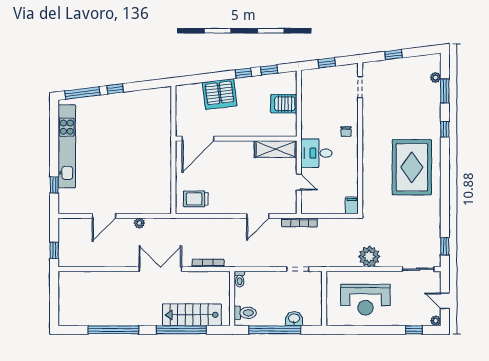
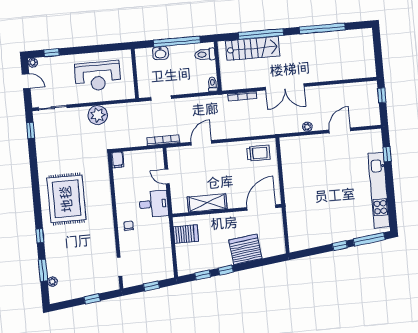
server rack: (284, 104) -> (186, 234), moved
shelving: (276, 149) -> (207, 203), moved
reception desk: (365, 300) -> (98, 76), turned 180

